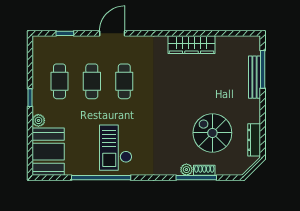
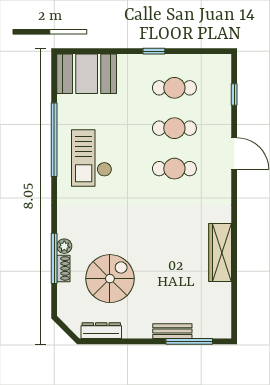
bench: (254, 77) -> (172, 331), width x0.73
plant: (38, 120) -> (126, 62), removed
checkout: (116, 148) -> (92, 158), turned -90

